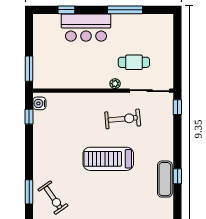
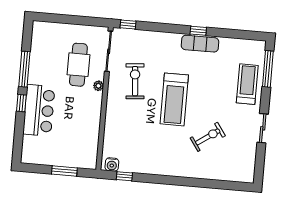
window: (66, 10) -> (21, 103), moved
cafe table: (134, 62) -> (78, 65), width x1.37, depth x1.35
window: (29, 69) -> (64, 171), moved
window: (29, 192) -> (201, 183), removed
exercise bike: (53, 198) -> (208, 137), moved

